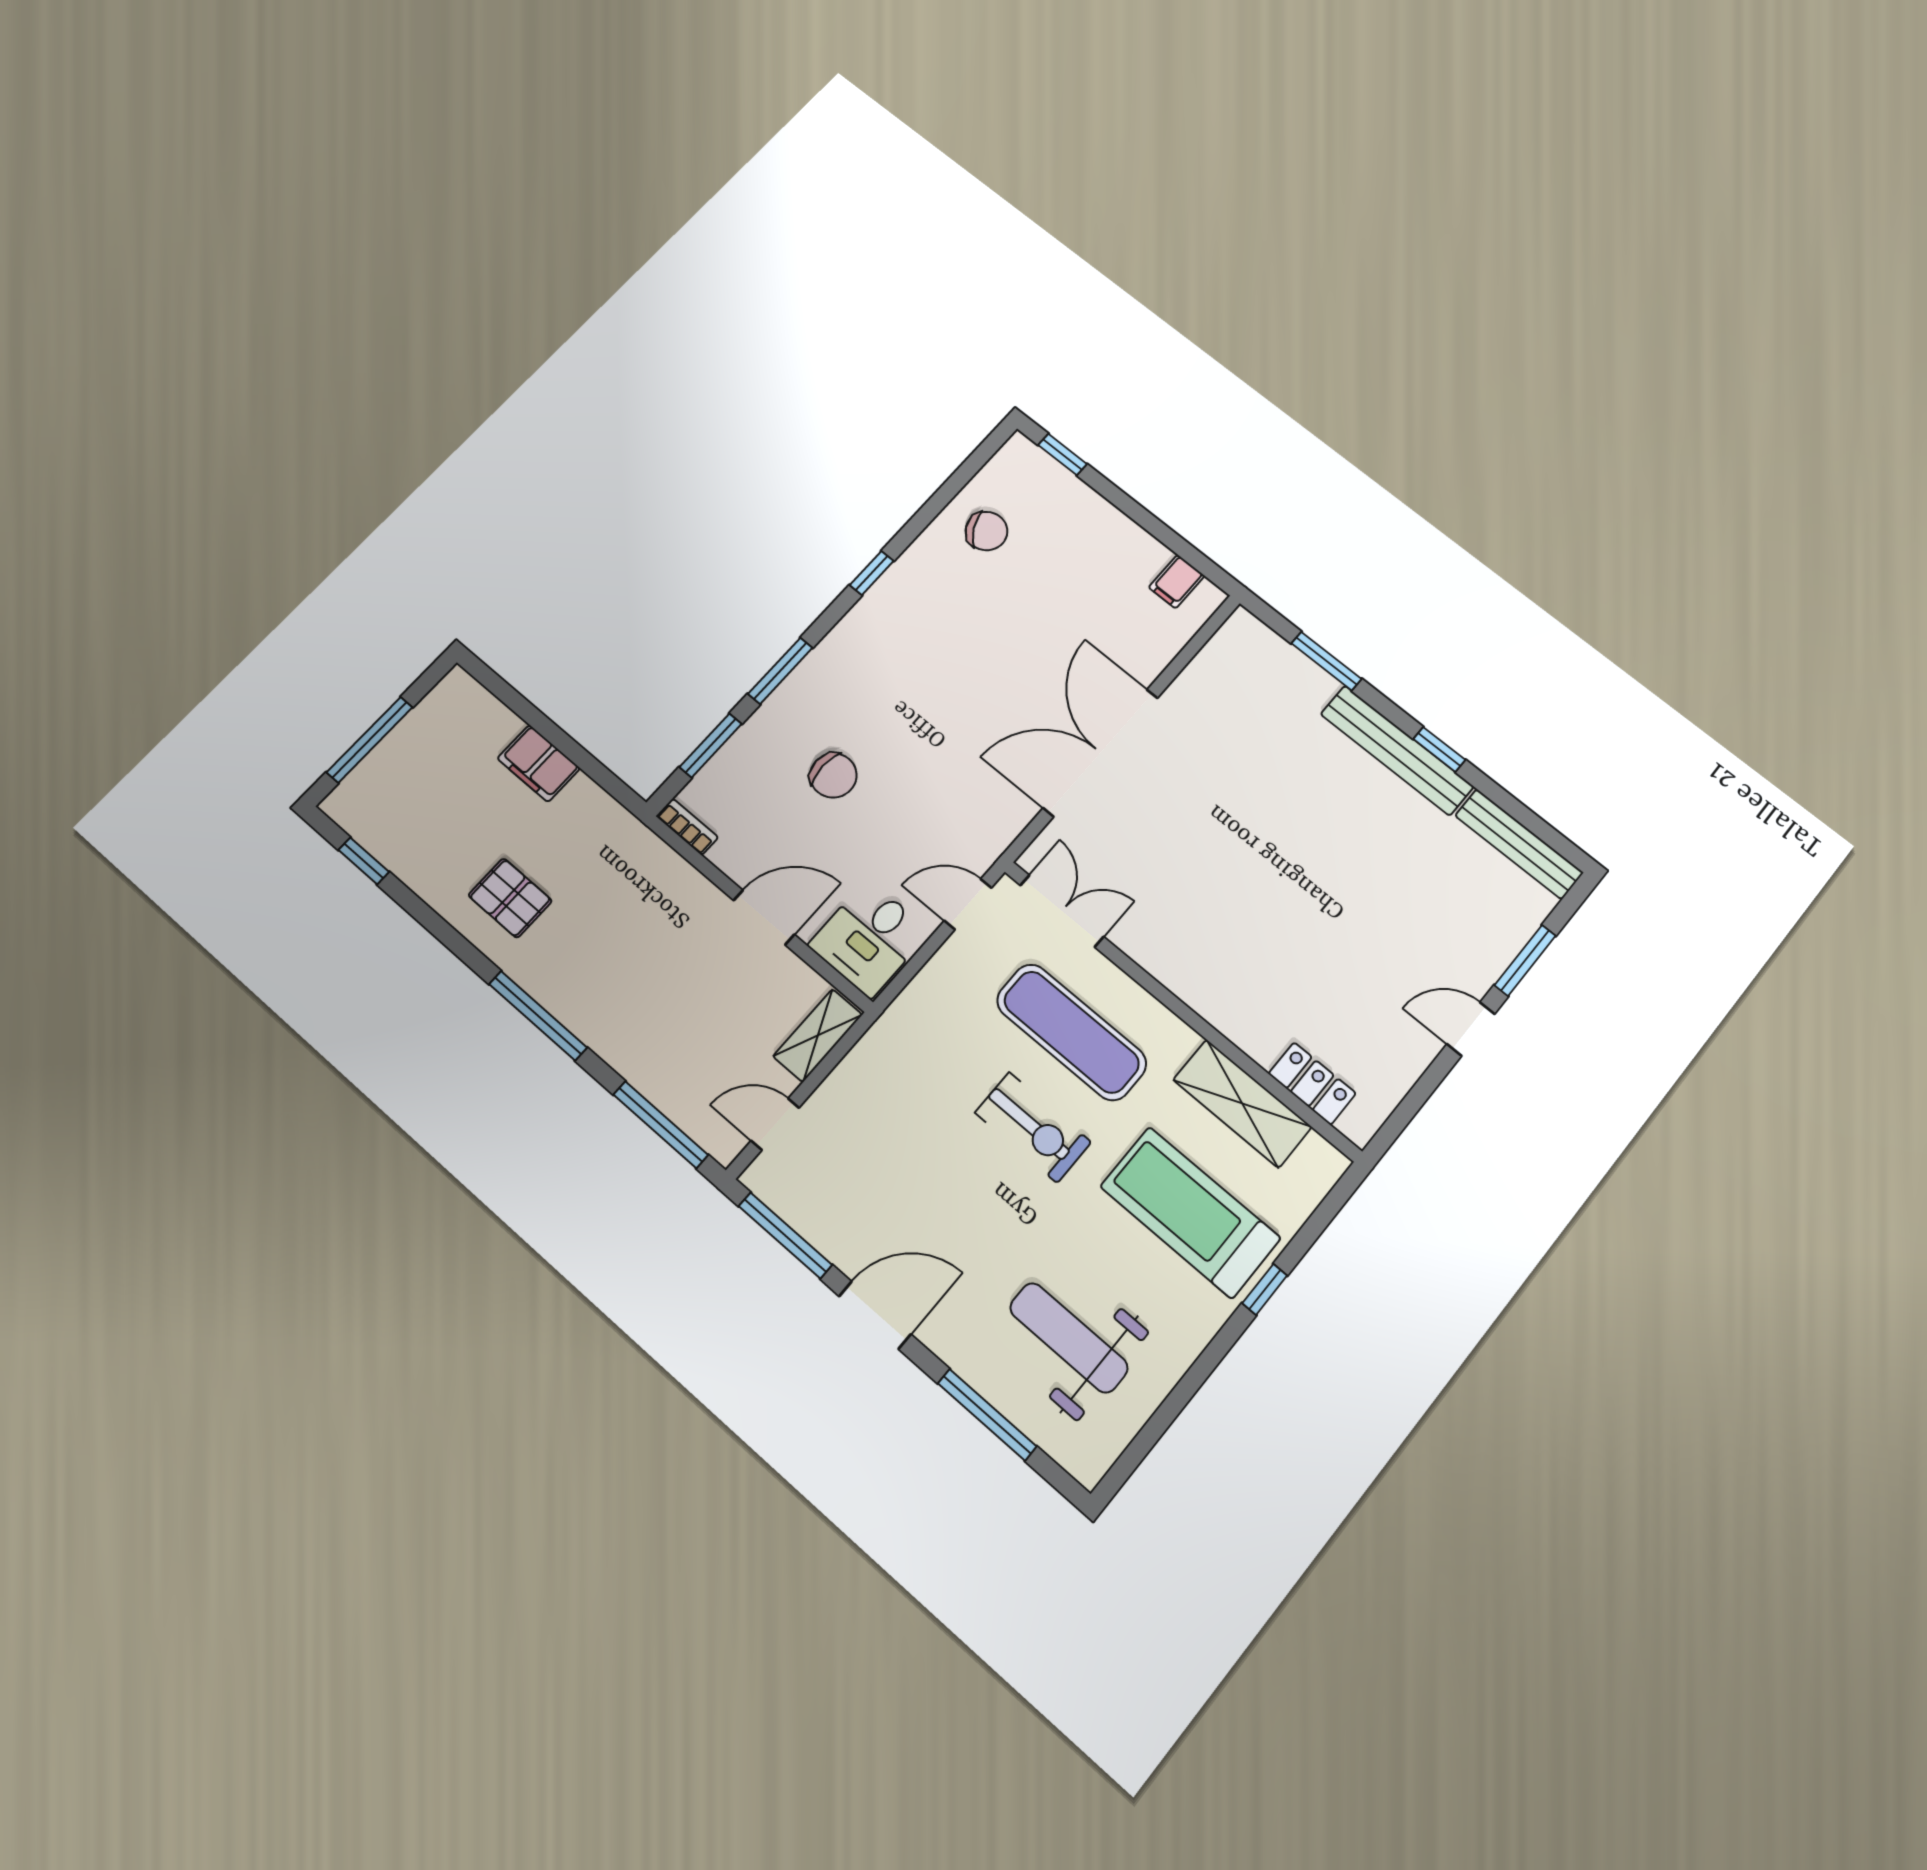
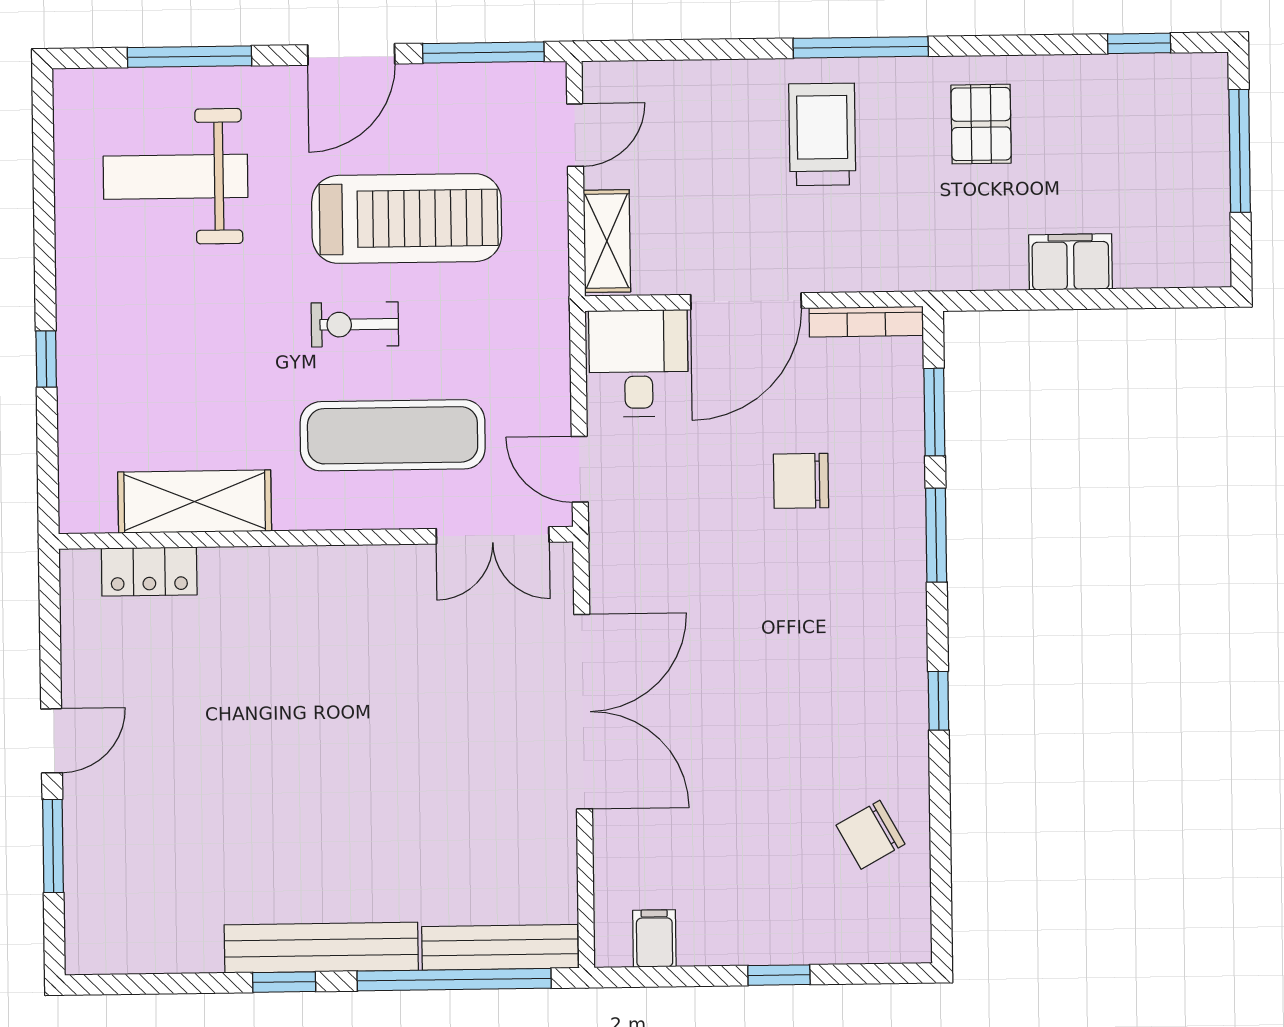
window: (1063, 455) -> (779, 975), moved
window: (1326, 661) -> (454, 980), width x2.11
bookcase: (687, 827) -> (866, 322), width x1.56
bench: (1519, 844) -> (500, 947), moved
pallet: (510, 898) -> (981, 124), turned 90
door: (968, 904) -> (580, 469), swing flipped
door: (764, 917) -> (746, 301), width x1.36
trolley: (616, 981) -> (822, 134), added
window: (661, 1125) -> (671, 50), removed
exercise bike: (1033, 1127) -> (355, 324), width x0.73, depth x0.72
treadmill: (1190, 1212) -> (407, 219), moved
weight bench: (1069, 1338) -> (176, 177), turned 180

